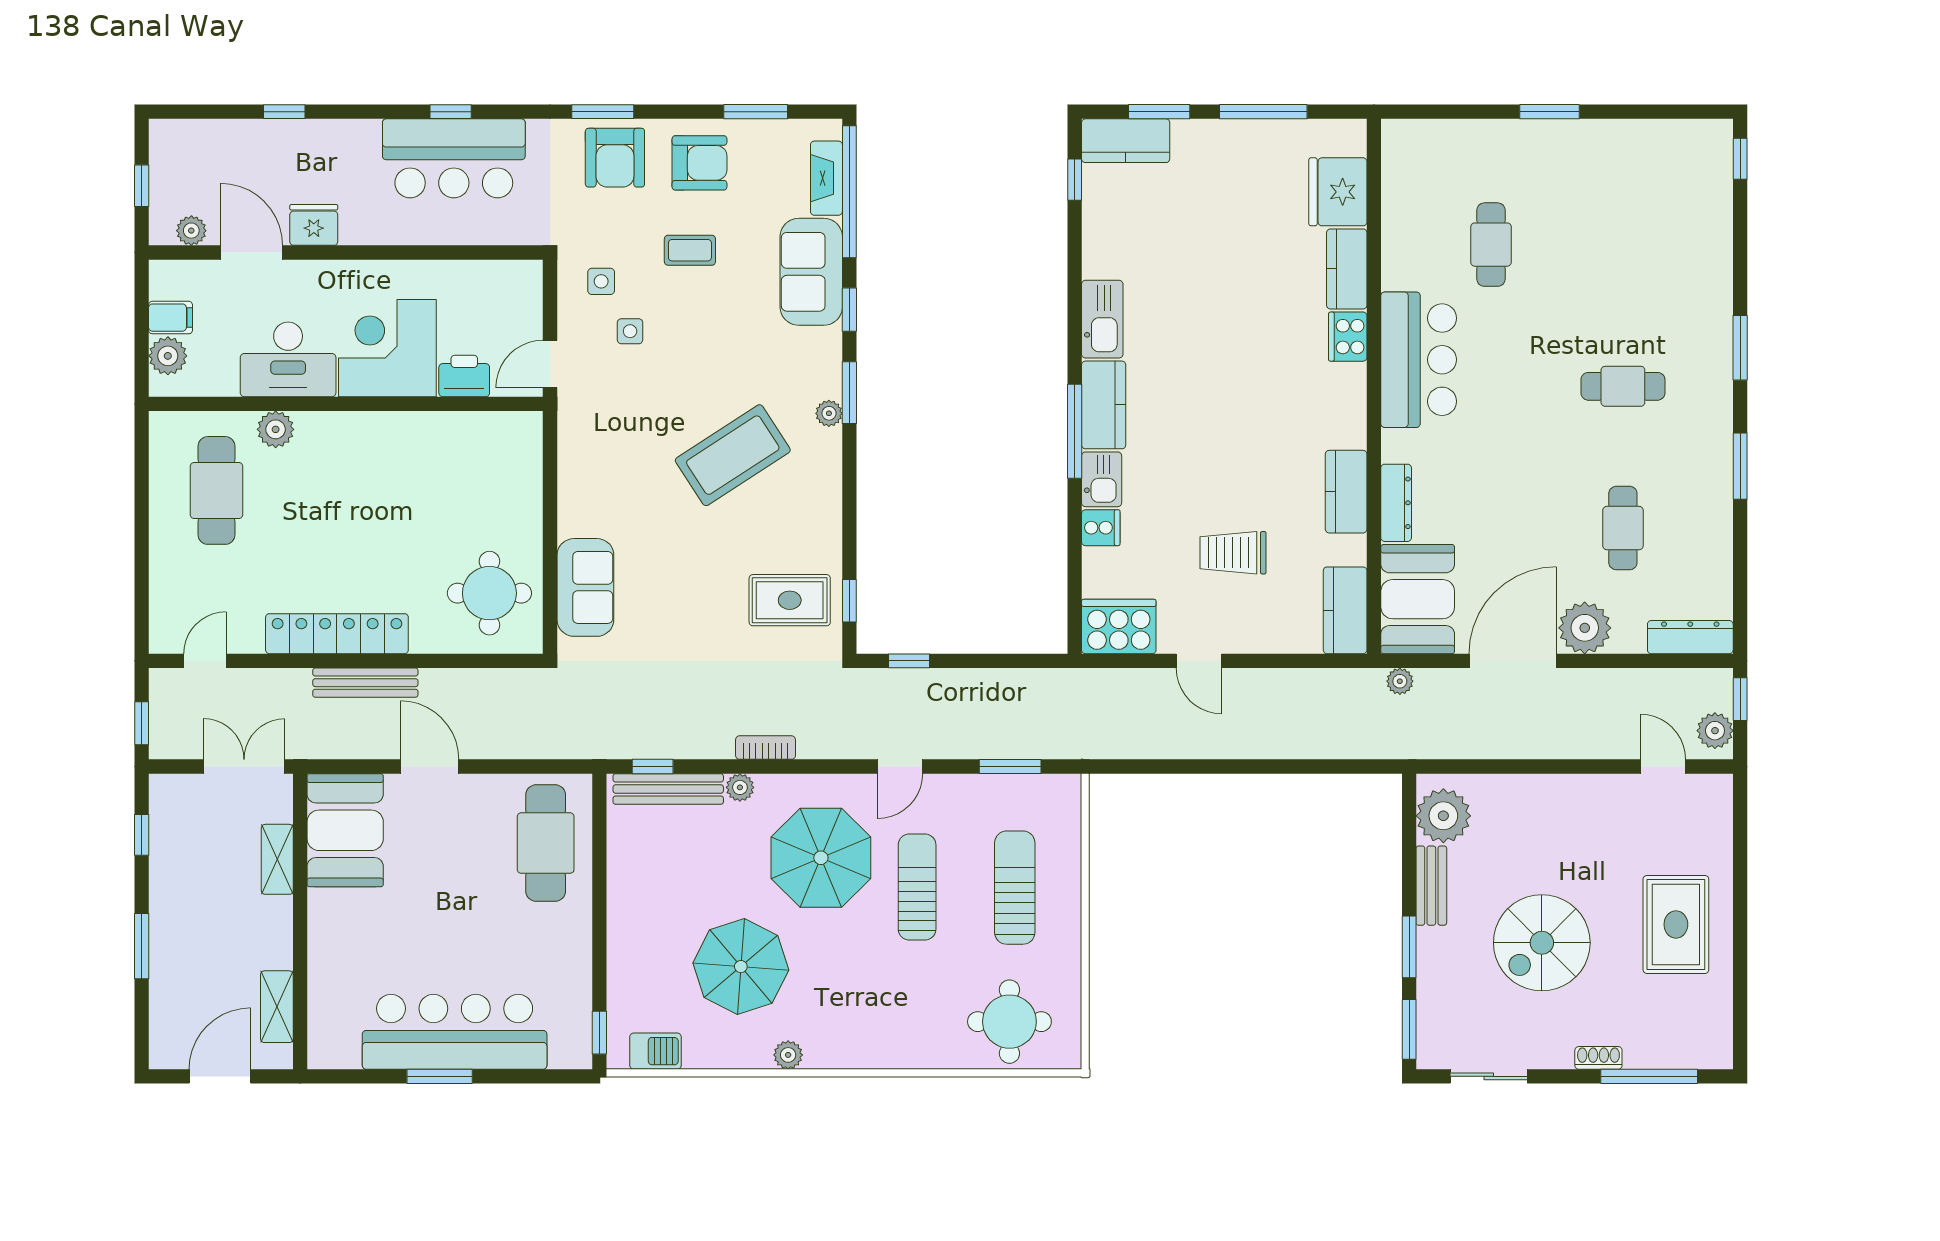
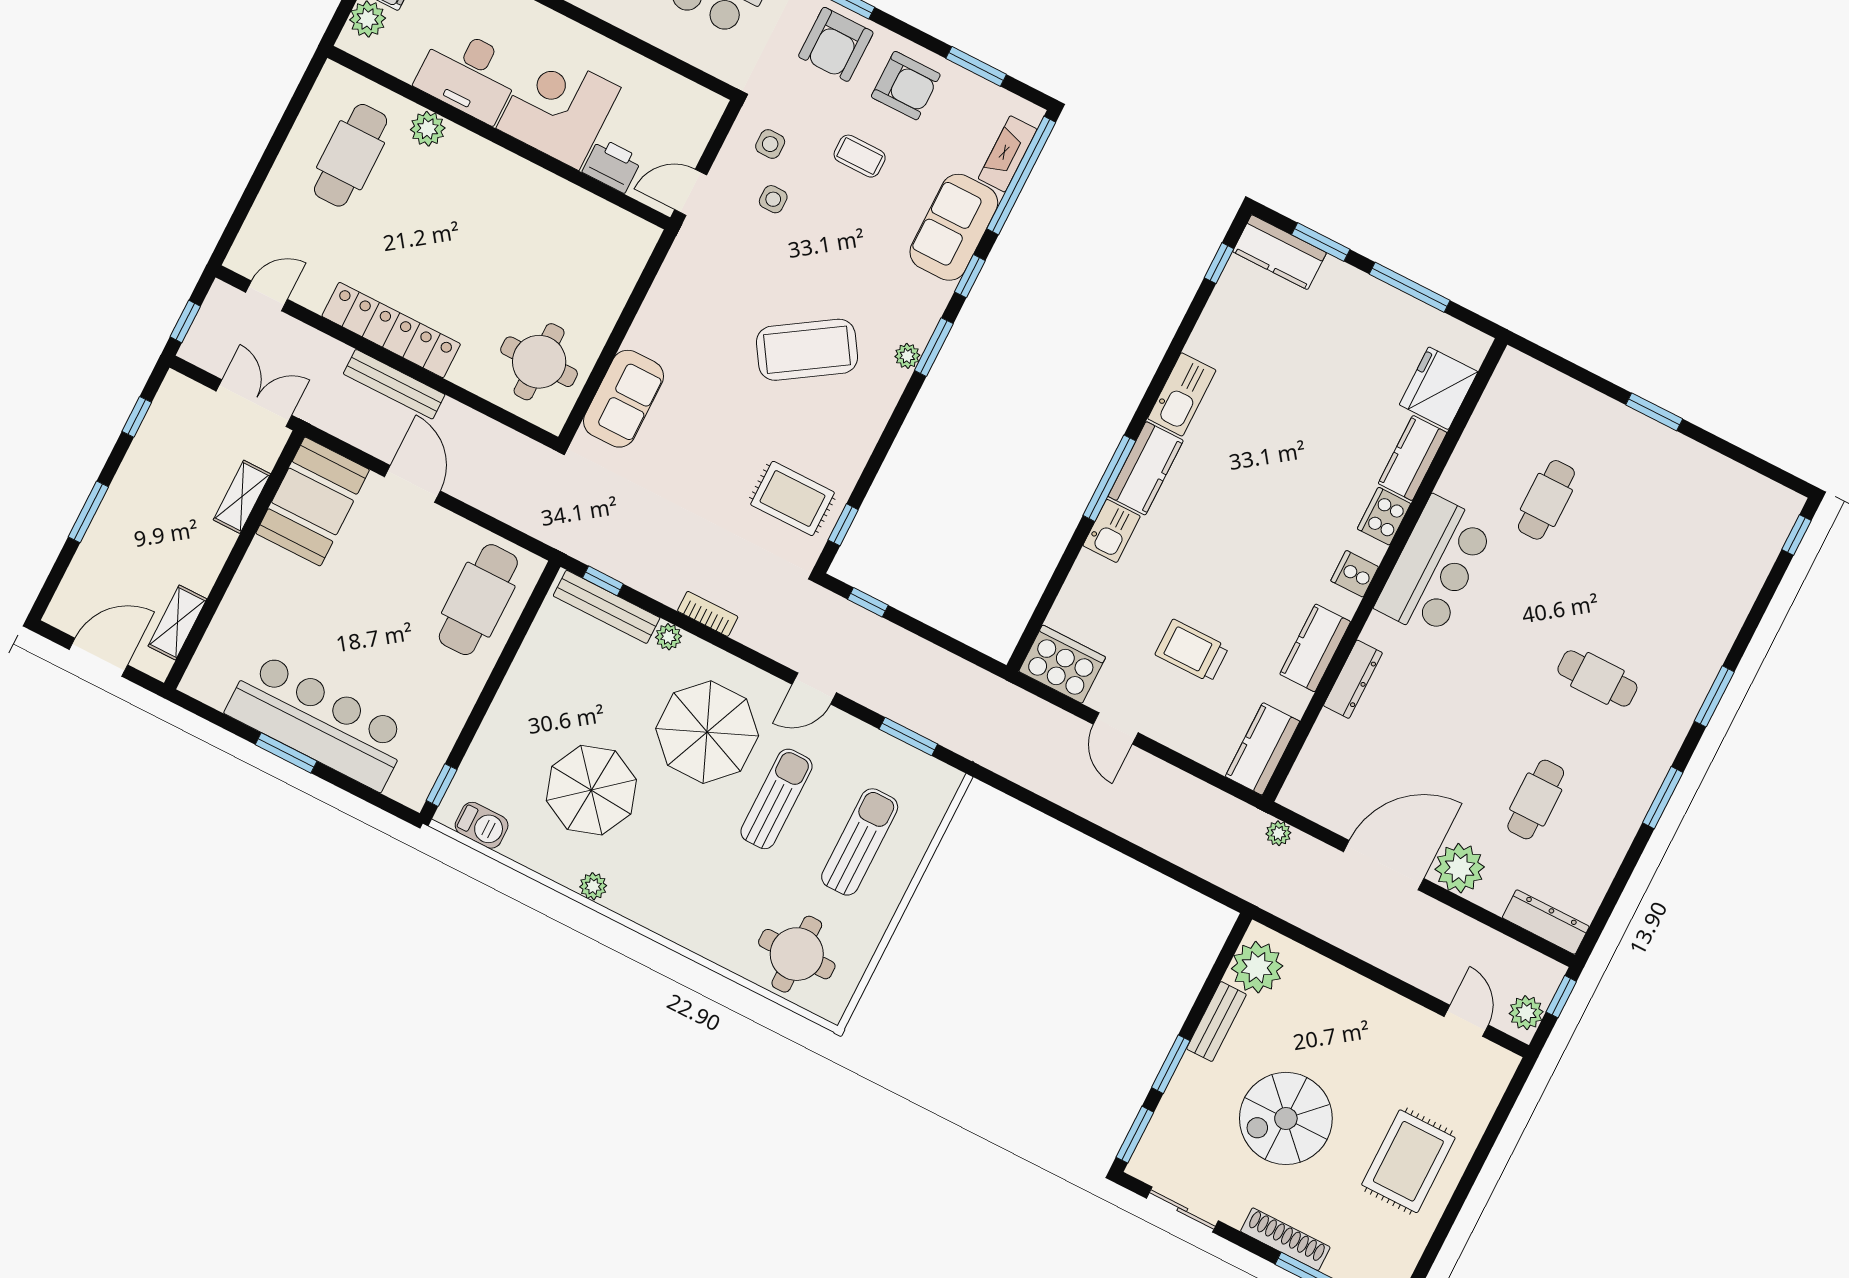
cooker: (1101, 528) -> (1355, 574), moved, turned 180
booth: (1418, 599) -> (1329, 771), removed
shoe rack: (1598, 1058) -> (1285, 1239), width x1.94, depth x1.24

